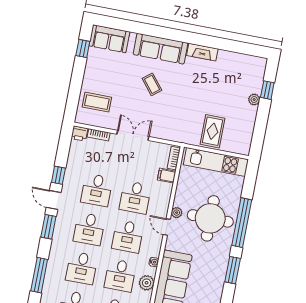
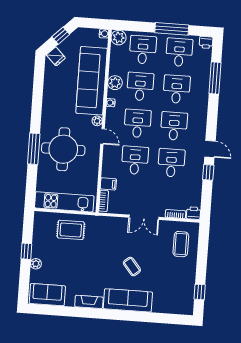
sofa: (109, 39) -> (47, 295), moved
window: (267, 90) -> (26, 251), moved
coffee table: (97, 102) -> (181, 244), turned 90
rug: (213, 131) -> (71, 230), turned 90
plant: (177, 213) -> (97, 121), moved
window: (242, 223) -> (34, 149), width x0.68
window: (48, 227) -> (212, 124), removed
window: (233, 270) -> (37, 104), removed

